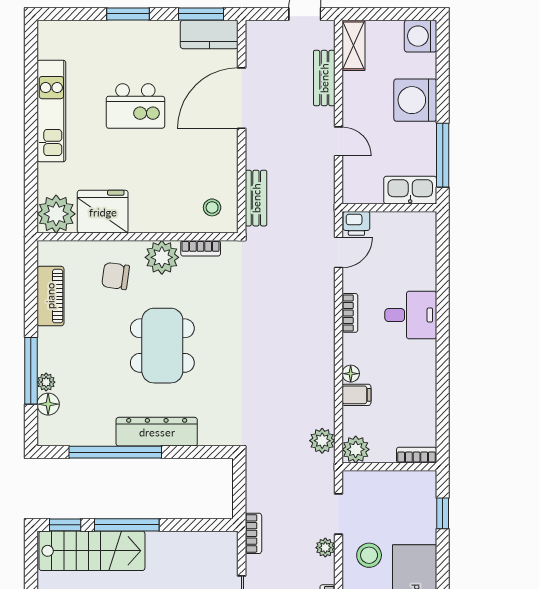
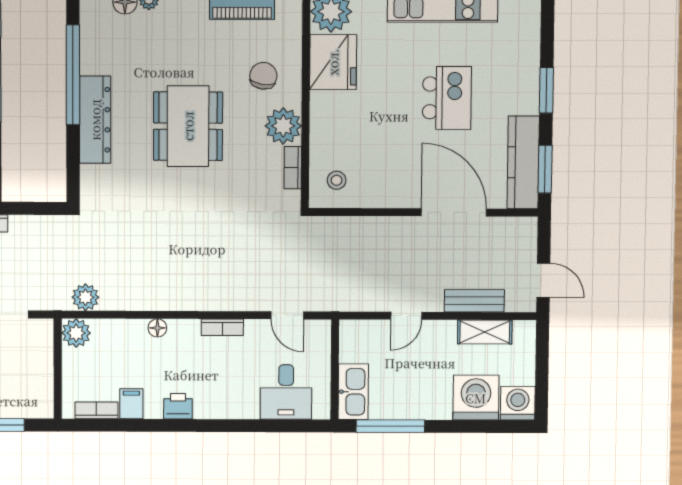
kitchen counter: (209, 34) -> (523, 162), width x1.50
shelving: (353, 45) -> (485, 332), moved
washing machine: (415, 100) -> (476, 398), moved
kitchen island: (135, 106) -> (447, 98), turned 180
bench: (256, 198) -> (346, 227), removed
printer: (356, 223) -> (178, 406), moved, turned 90
desk: (411, 315) -> (286, 392), moved
dining table: (162, 346) -> (188, 126), turned 90
filing cabinet: (356, 395) -> (131, 404), moved, turned 180
bookcase: (417, 455) -> (96, 410), moved, turned -90

